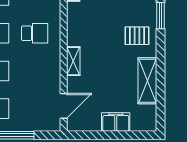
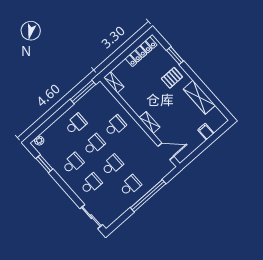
door: (64, 106) -> (166, 151), hinge flipped
filing cabinet: (116, 122) -> (206, 132), width x0.50

